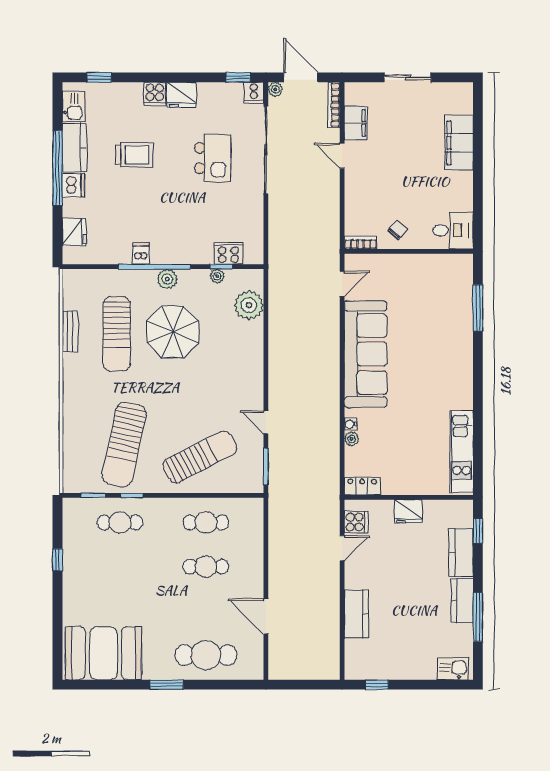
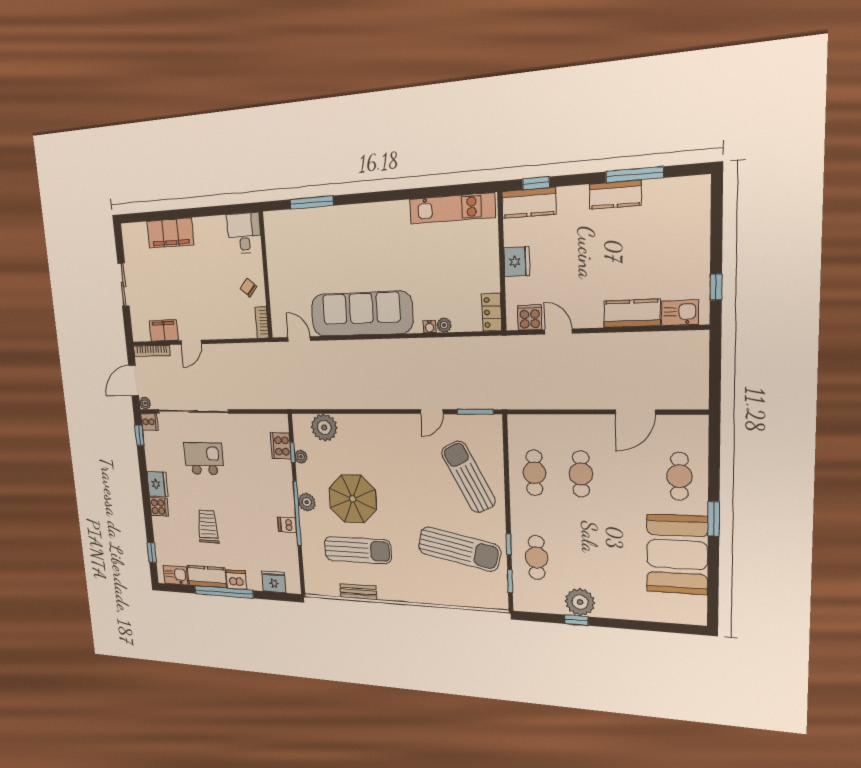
kitchen counter: (461, 553) -> (529, 203), moved
plant: (77, 564) -> (580, 602), added
booth: (103, 653) -> (677, 554), moved
cafe table: (206, 655) -> (679, 476), width x0.73, depth x0.74
kitchen sink: (453, 669) -> (680, 313), moved, turned 90

